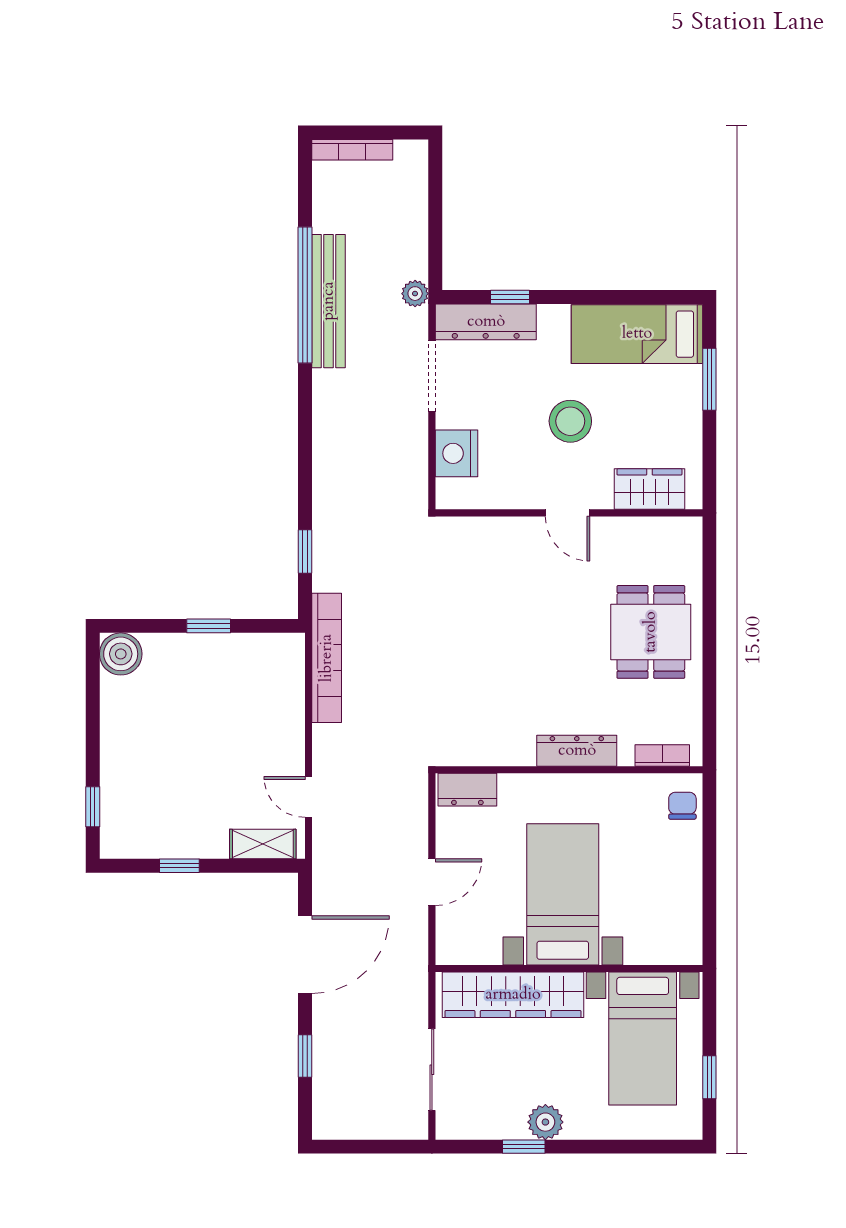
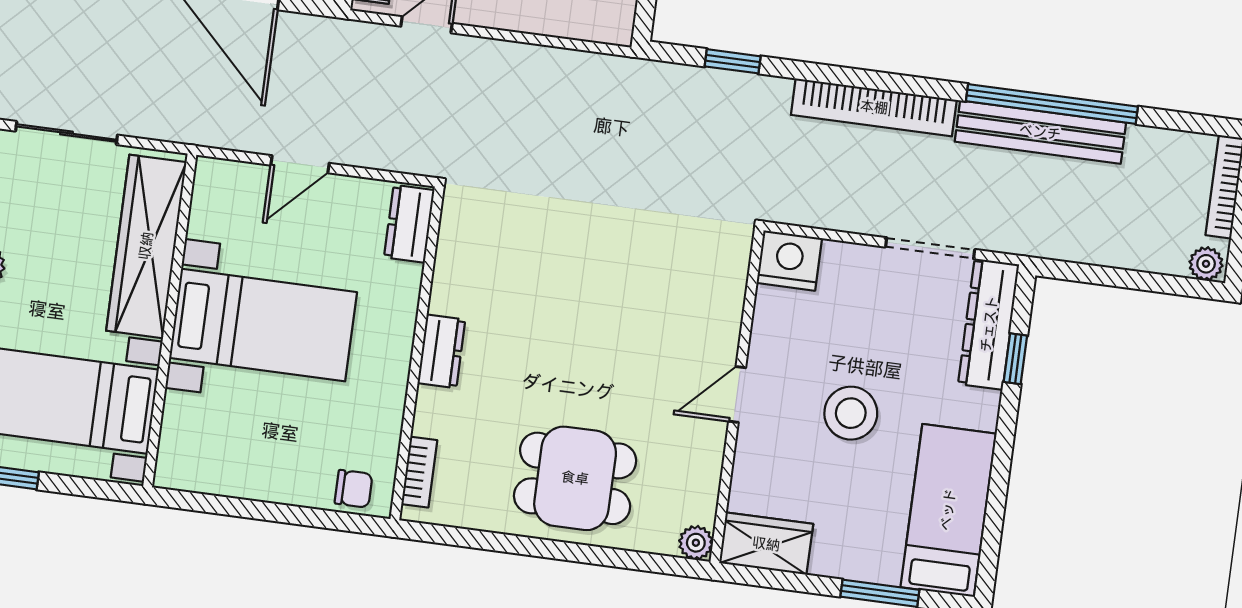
plant: (415, 294) -> (1206, 264), moved
nightstand: (456, 453) -> (789, 261), moved
wardrobe: (649, 489) -> (766, 544), moved, turned -90
plant: (689, 530) -> (696, 543), added
bookcase: (327, 658) -> (874, 107), moved
dresser: (577, 751) -> (441, 351), width x0.70
door: (432, 882) -> (300, 164), hinge flipped

